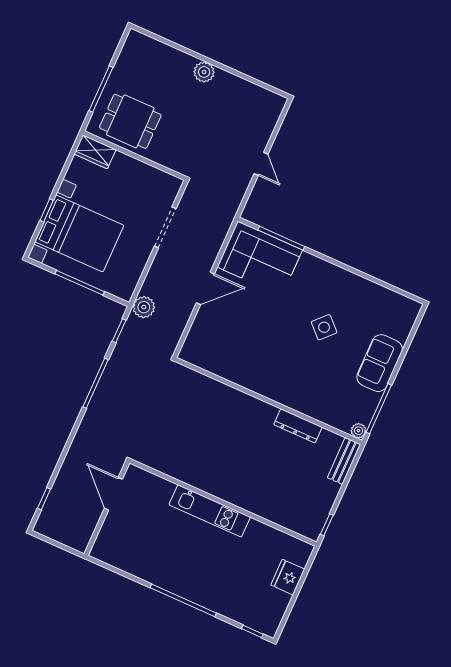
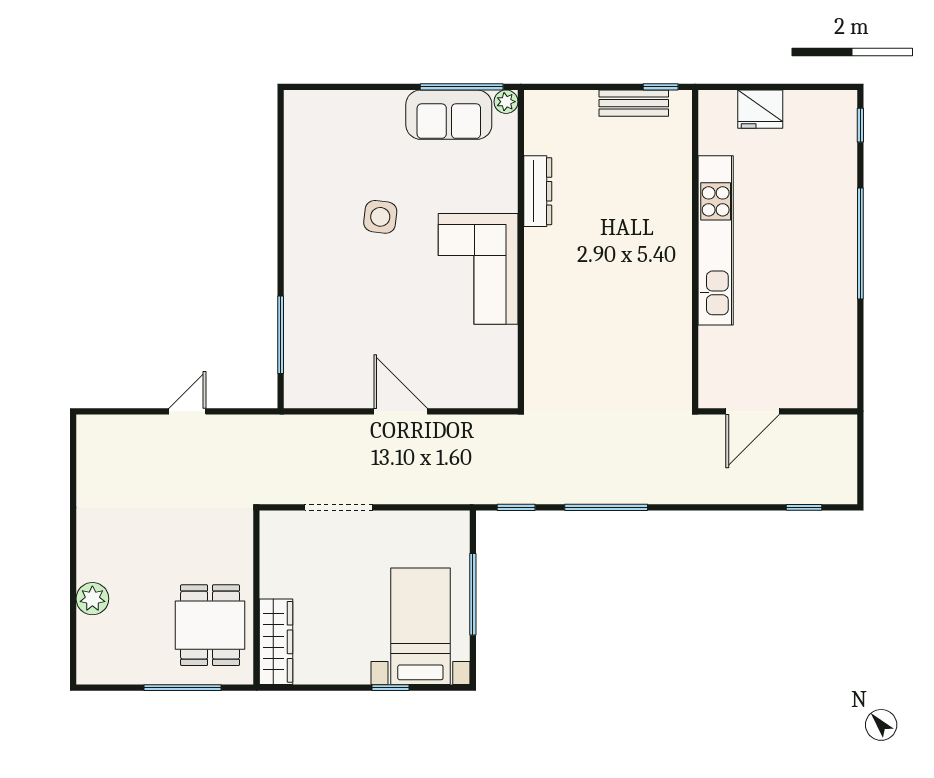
plant: (204, 72) -> (92, 599), moved
wardrobe: (95, 152) -> (276, 642), width x1.50
bed with nightstands: (79, 233) -> (420, 626), width x0.73
corner sofa: (260, 259) -> (478, 269), moved, turned 180
plant: (144, 307) -> (467, 487), removed
side table: (324, 327) -> (380, 217), turned -37
sofa: (380, 363) -> (449, 115), moved
bench: (344, 461) -> (634, 103), moved
kitchen unit: (210, 511) -> (716, 240), width x1.36

